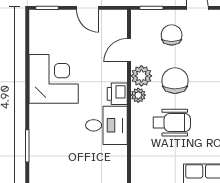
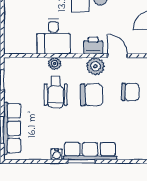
printer: (117, 94) -> (93, 46), moved
plant: (138, 95) -> (55, 64), moved

